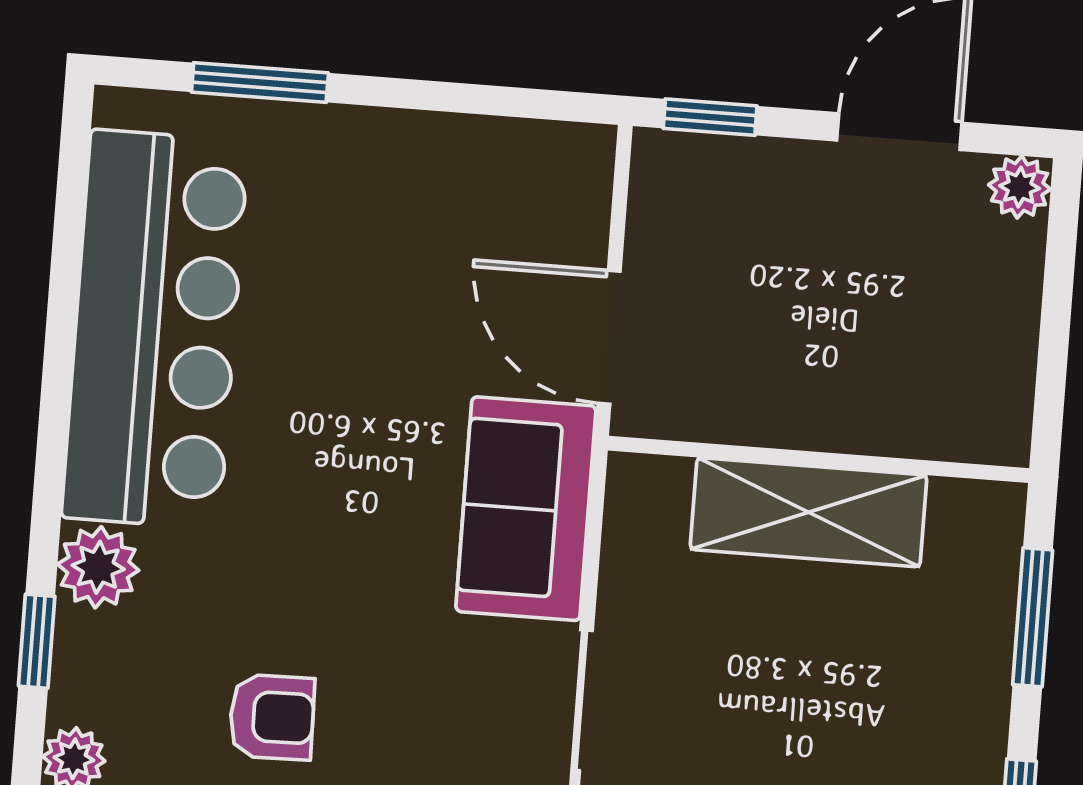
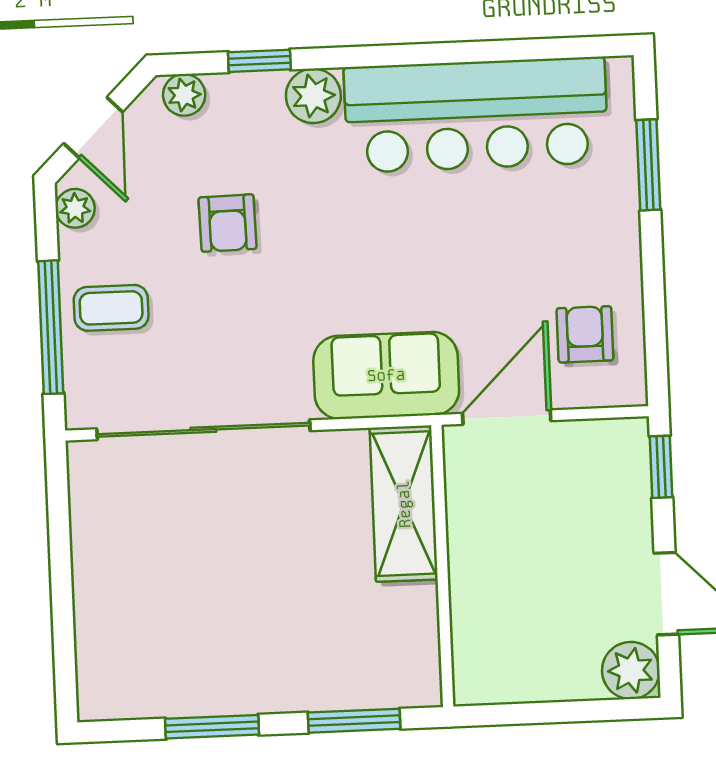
plant: (1020, 187) -> (631, 670), width x1.38, depth x1.38
armchair: (500, 206) -> (585, 334), added
shelving: (809, 512) -> (404, 504), moved

